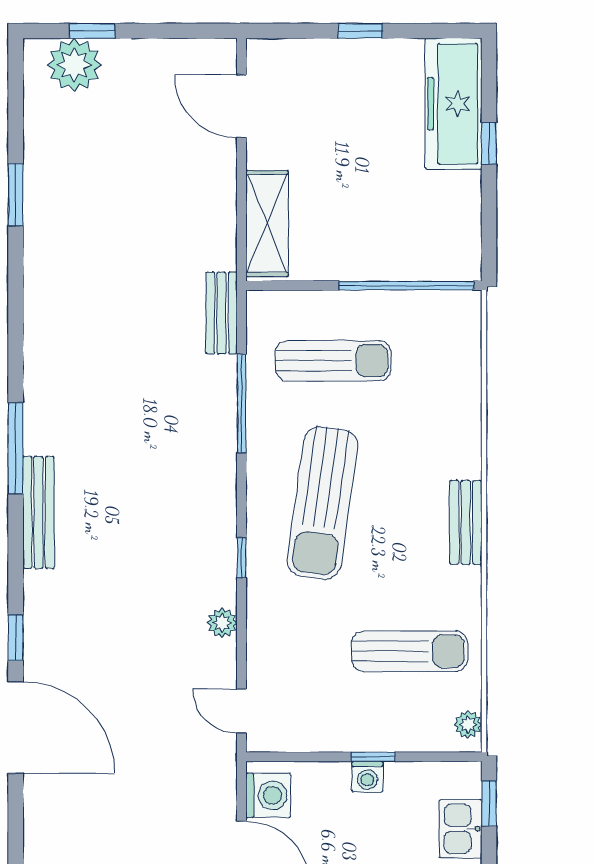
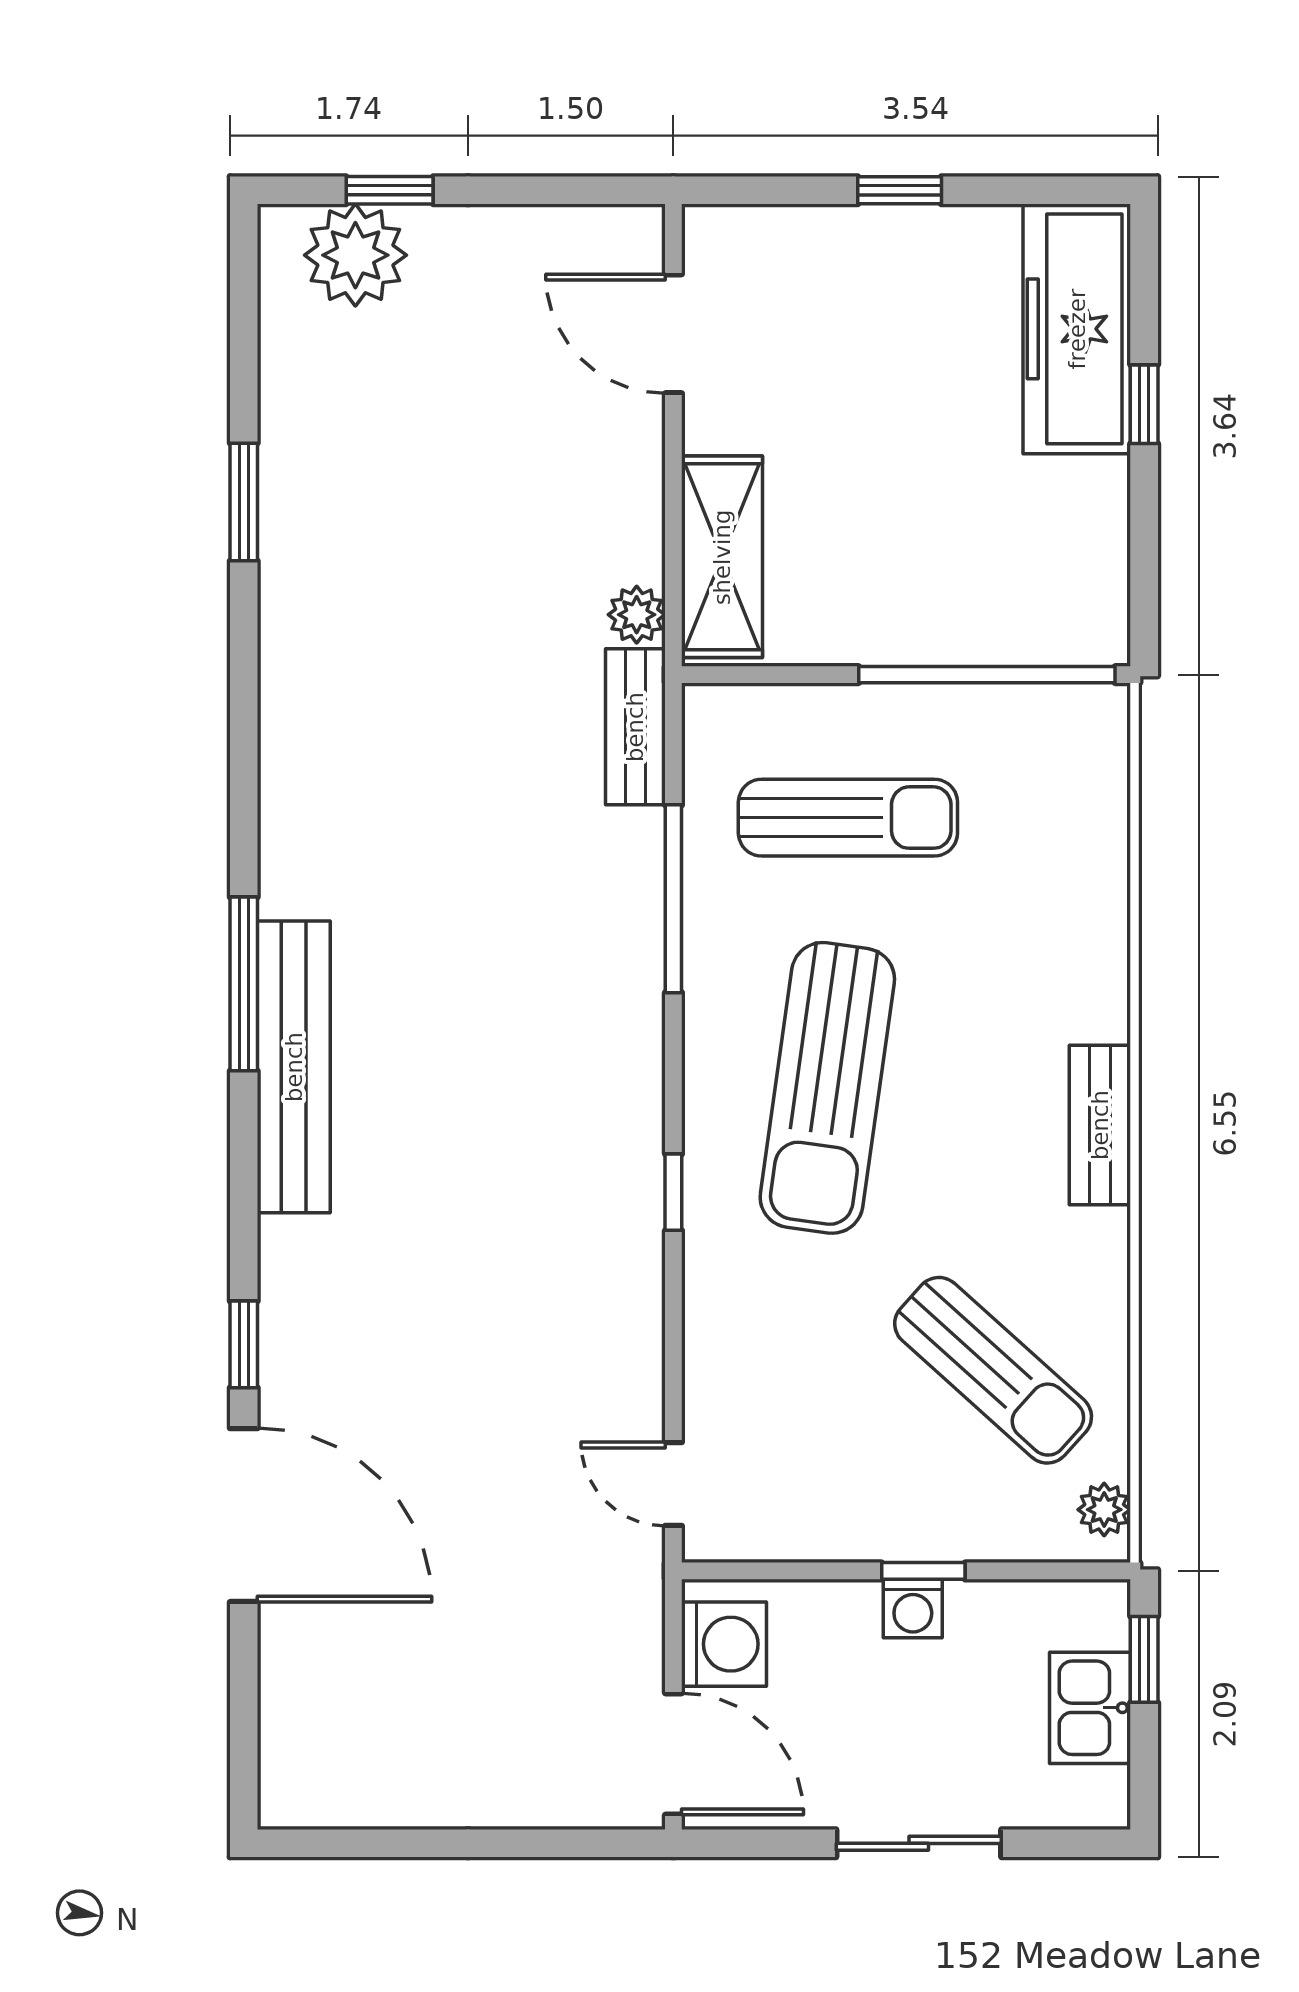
bench: (38, 512) -> (294, 1067), width x1.37, depth x1.21
plant: (222, 623) -> (637, 615), moved
sun lounger: (410, 651) -> (993, 1370), turned 42

